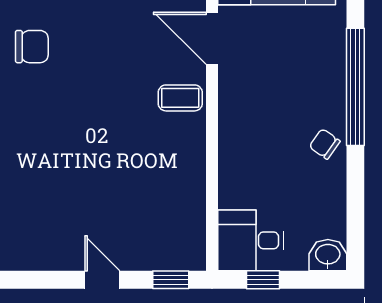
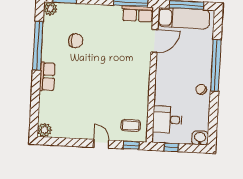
door: (212, 38) -> (154, 41), swing flipped
coffee table: (180, 98) -> (131, 125), moved
desk: (251, 240) -> (167, 120), moved

